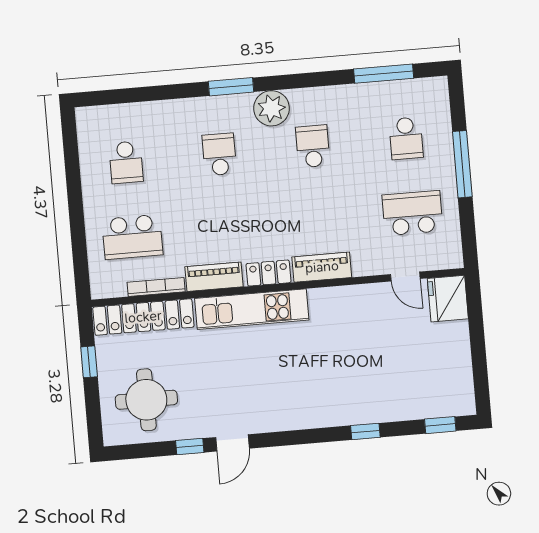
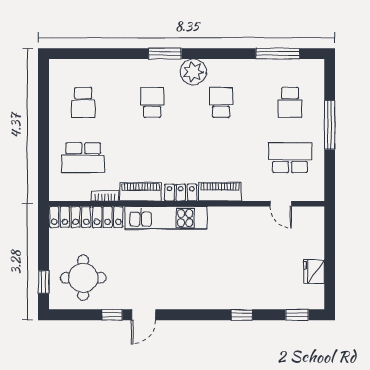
bookcase: (156, 287) -> (105, 196), width x0.64
fridge: (448, 299) -> (314, 272), moved, width x0.73, depth x0.75
window: (89, 362) -> (44, 282), moved

